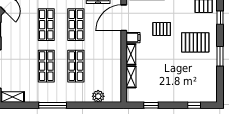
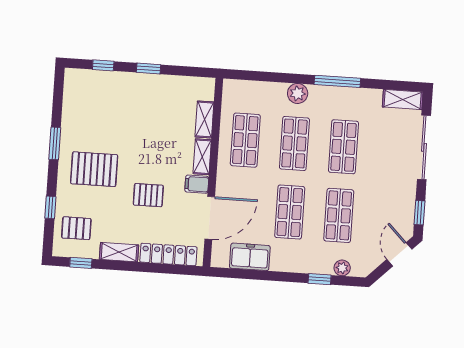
shop shelf: (106, 66) -> (245, 140), added
plant: (98, 96) -> (298, 93), moved
window: (151, 105) -> (148, 68), moved

